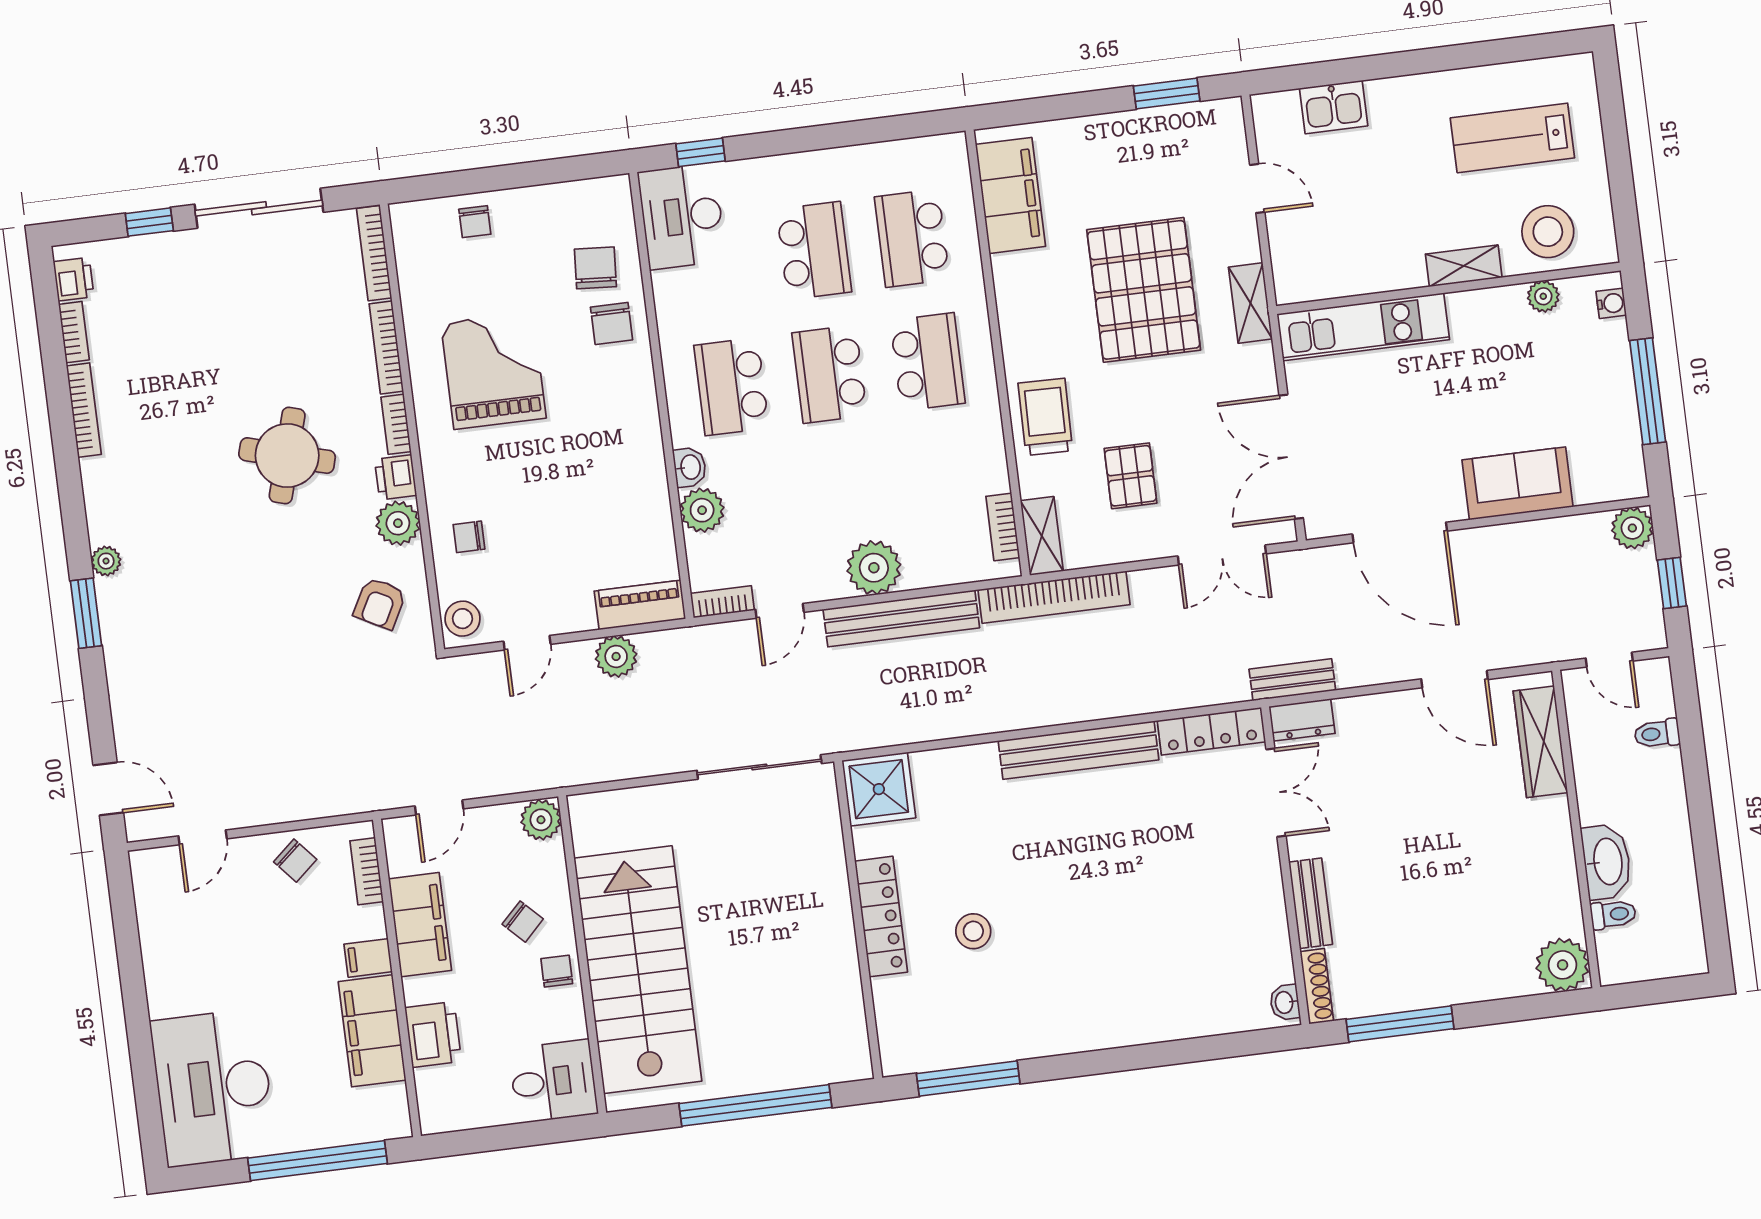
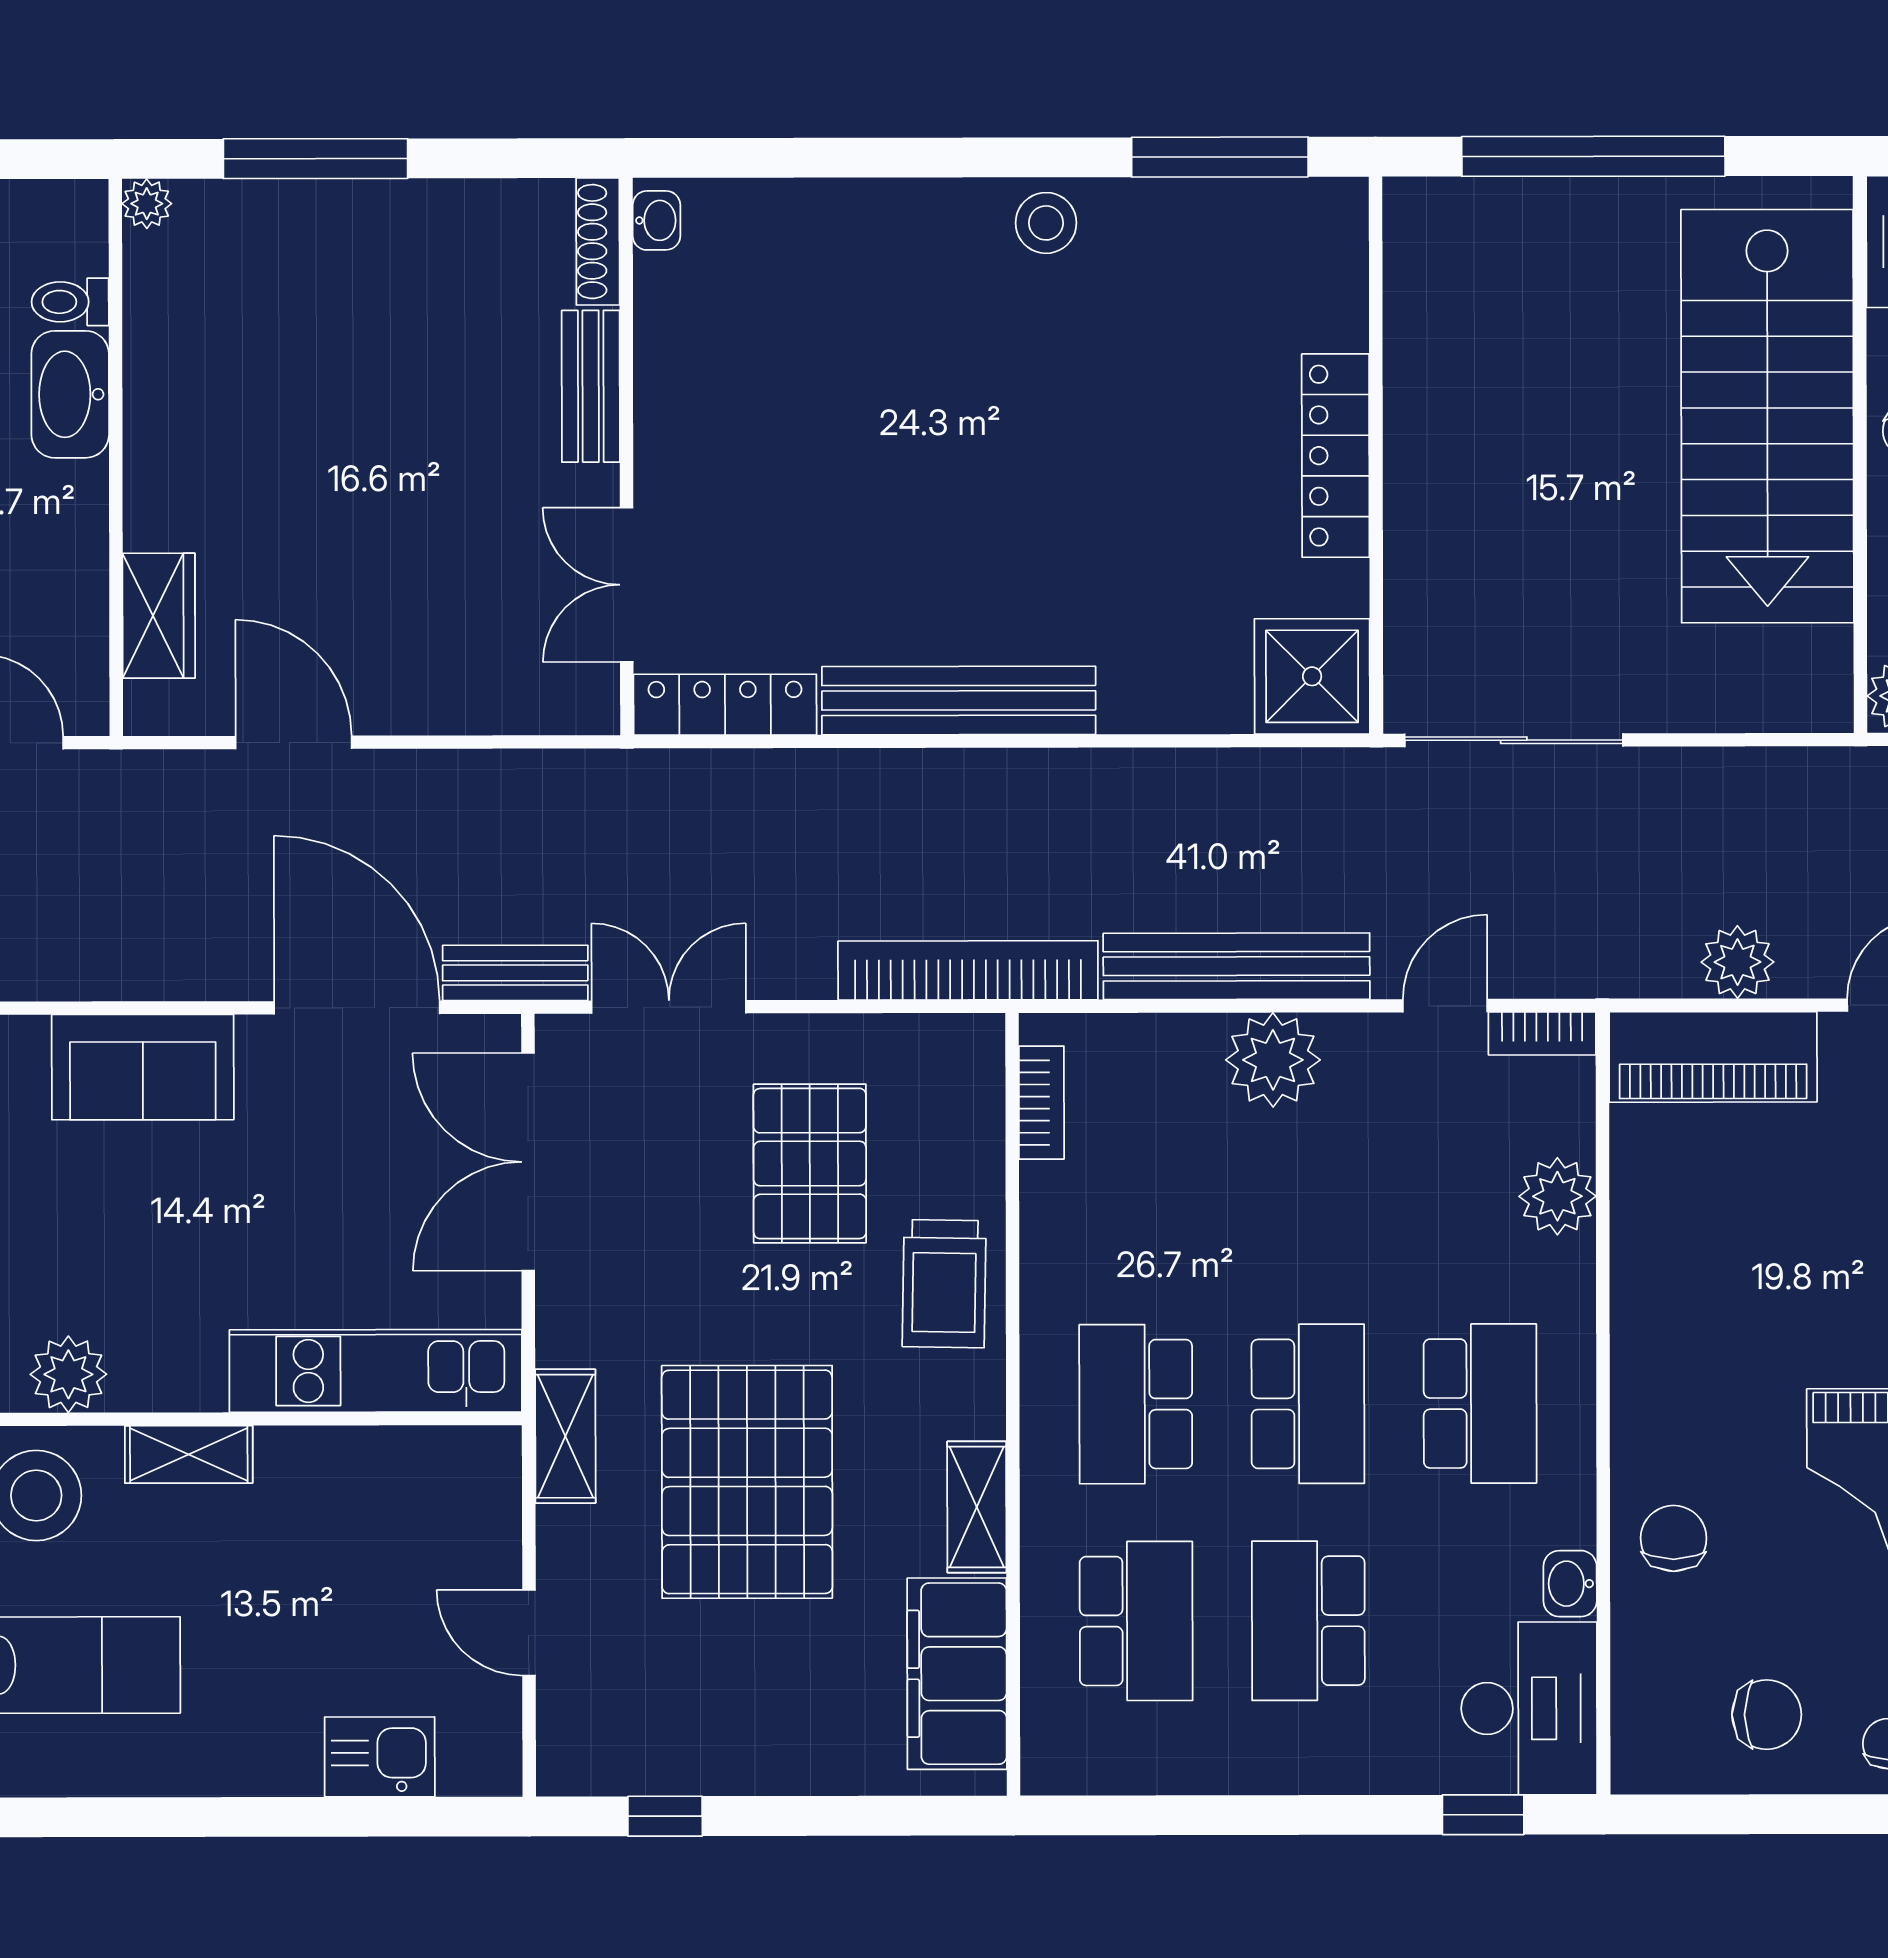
window: (1167, 94) -> (665, 1816), width x0.67
chair: (595, 268) -> (1767, 1715), moved, turned -94
plant: (1543, 296) -> (68, 1374), width x1.38, depth x1.38
double door: (1291, 457) -> (528, 1162), swing flipped
washbasin: (690, 467) -> (1570, 1584), moved
pallet: (1130, 476) -> (810, 1164), width x1.50, depth x1.42
shelving: (1042, 536) -> (977, 1507), moved
piano: (640, 605) -> (1713, 1057), width x1.37, depth x1.33
bench: (1292, 680) -> (515, 973), moved
dresser: (1302, 720) -> (566, 705), removed
wardrobe: (1540, 742) -> (159, 616), width x0.67
stool: (973, 931) -> (1046, 223), moved
plant: (1563, 965) -> (147, 204), width x0.53, depth x0.53
window: (1400, 1024) -> (315, 159), moved

